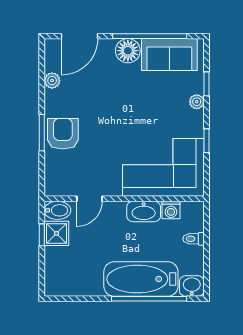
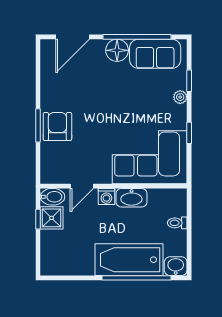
plant: (52, 81) -> (48, 78), removed
washing machine: (171, 210) -> (106, 196), moved

